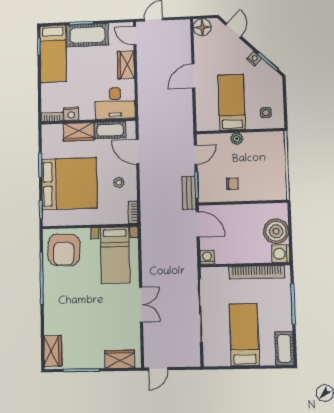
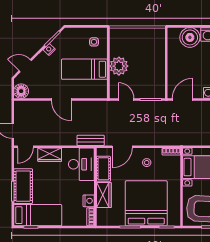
plant: (237, 139) -> (119, 66), width x1.87, depth x1.87
chair: (232, 184) -> (151, 71), removed
bench: (189, 193) -> (91, 140), moved

